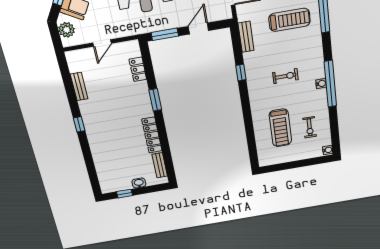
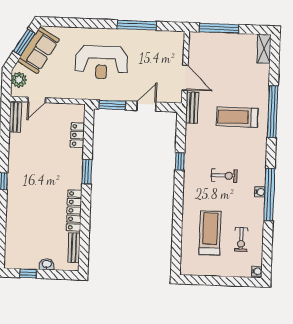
treadmill: (289, 20) -> (237, 117), turned 180
bench: (246, 37) -> (192, 108), moved
door: (102, 43) -> (37, 100), moved
bench: (79, 87) -> (15, 117), moved
treadmill: (280, 128) -> (210, 233), turned 180

